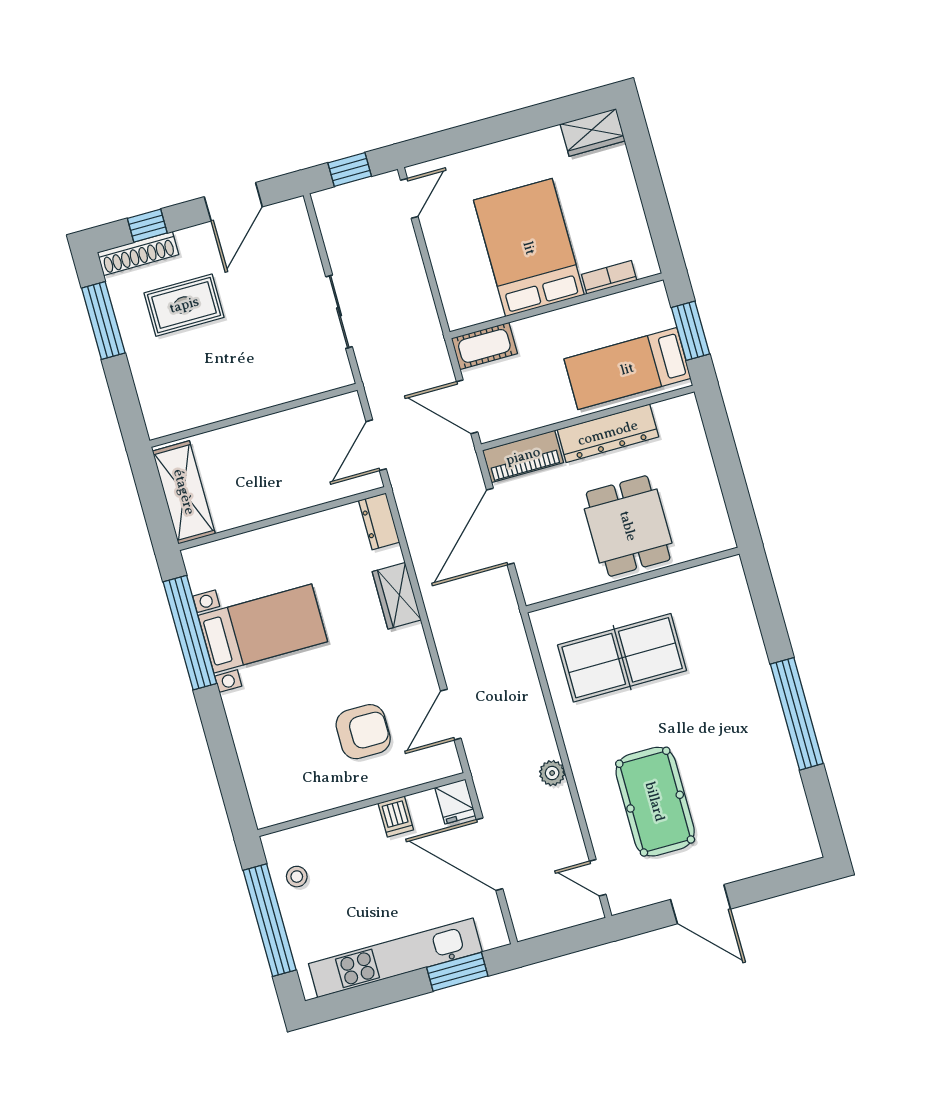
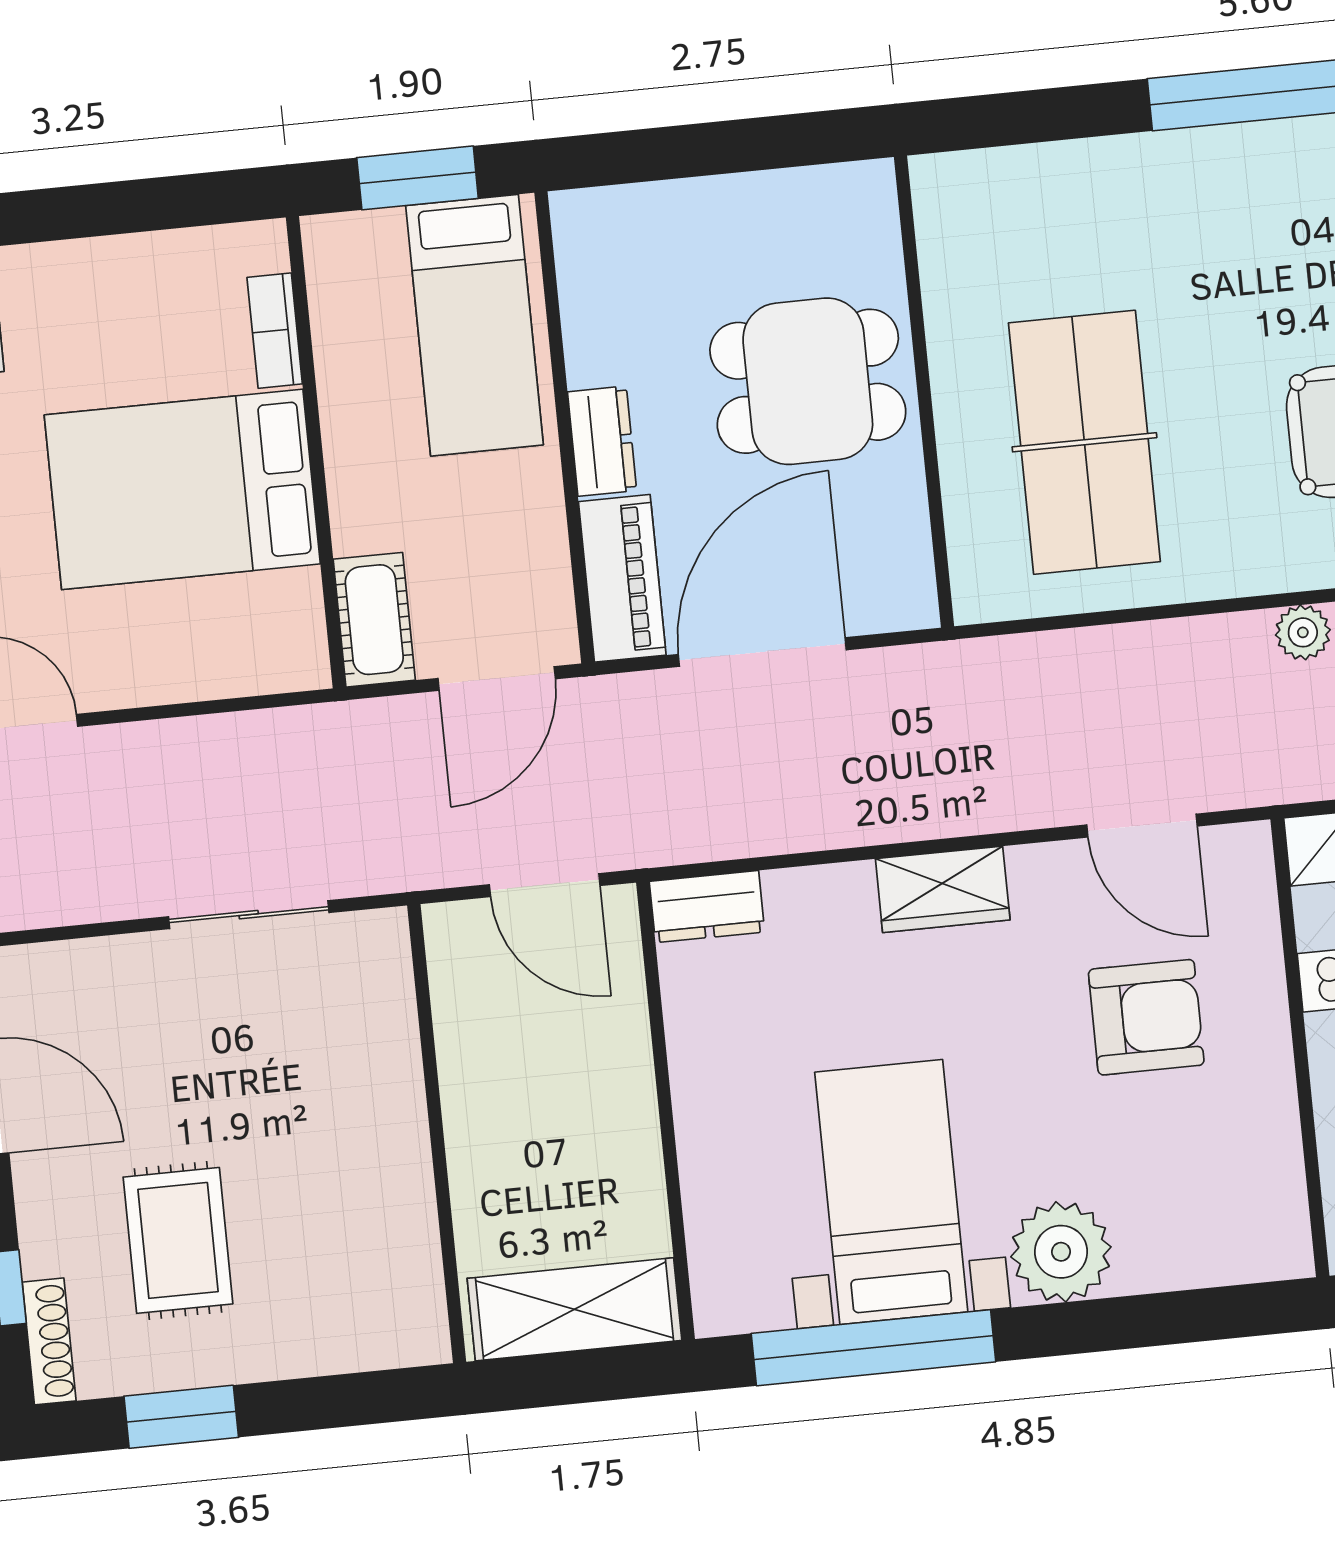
shoe rack: (138, 253) -> (49, 1341), width x0.74, depth x0.81
window: (103, 321) -> (181, 1417), width x0.69
dresser: (608, 433) -> (602, 441), width x0.51, depth x0.80
door: (500, 527) -> (762, 652), swing flipped
wardrobe: (397, 596) -> (943, 889), moved
plant: (249, 711) -> (1061, 1252), added
armchair: (363, 732) -> (1146, 1017), turned 90

